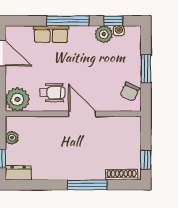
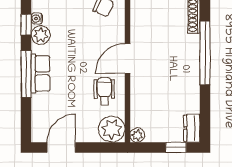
row of seats: (51, 34) -> (40, 74), moved
plant: (12, 138) -> (137, 135), moved
window: (87, 185) -> (205, 53), width x1.46

